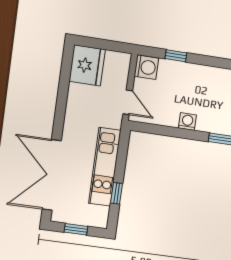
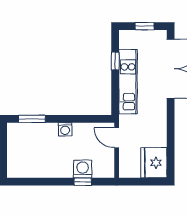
washing machine: (146, 67) -> (83, 169), moved, turned 90

